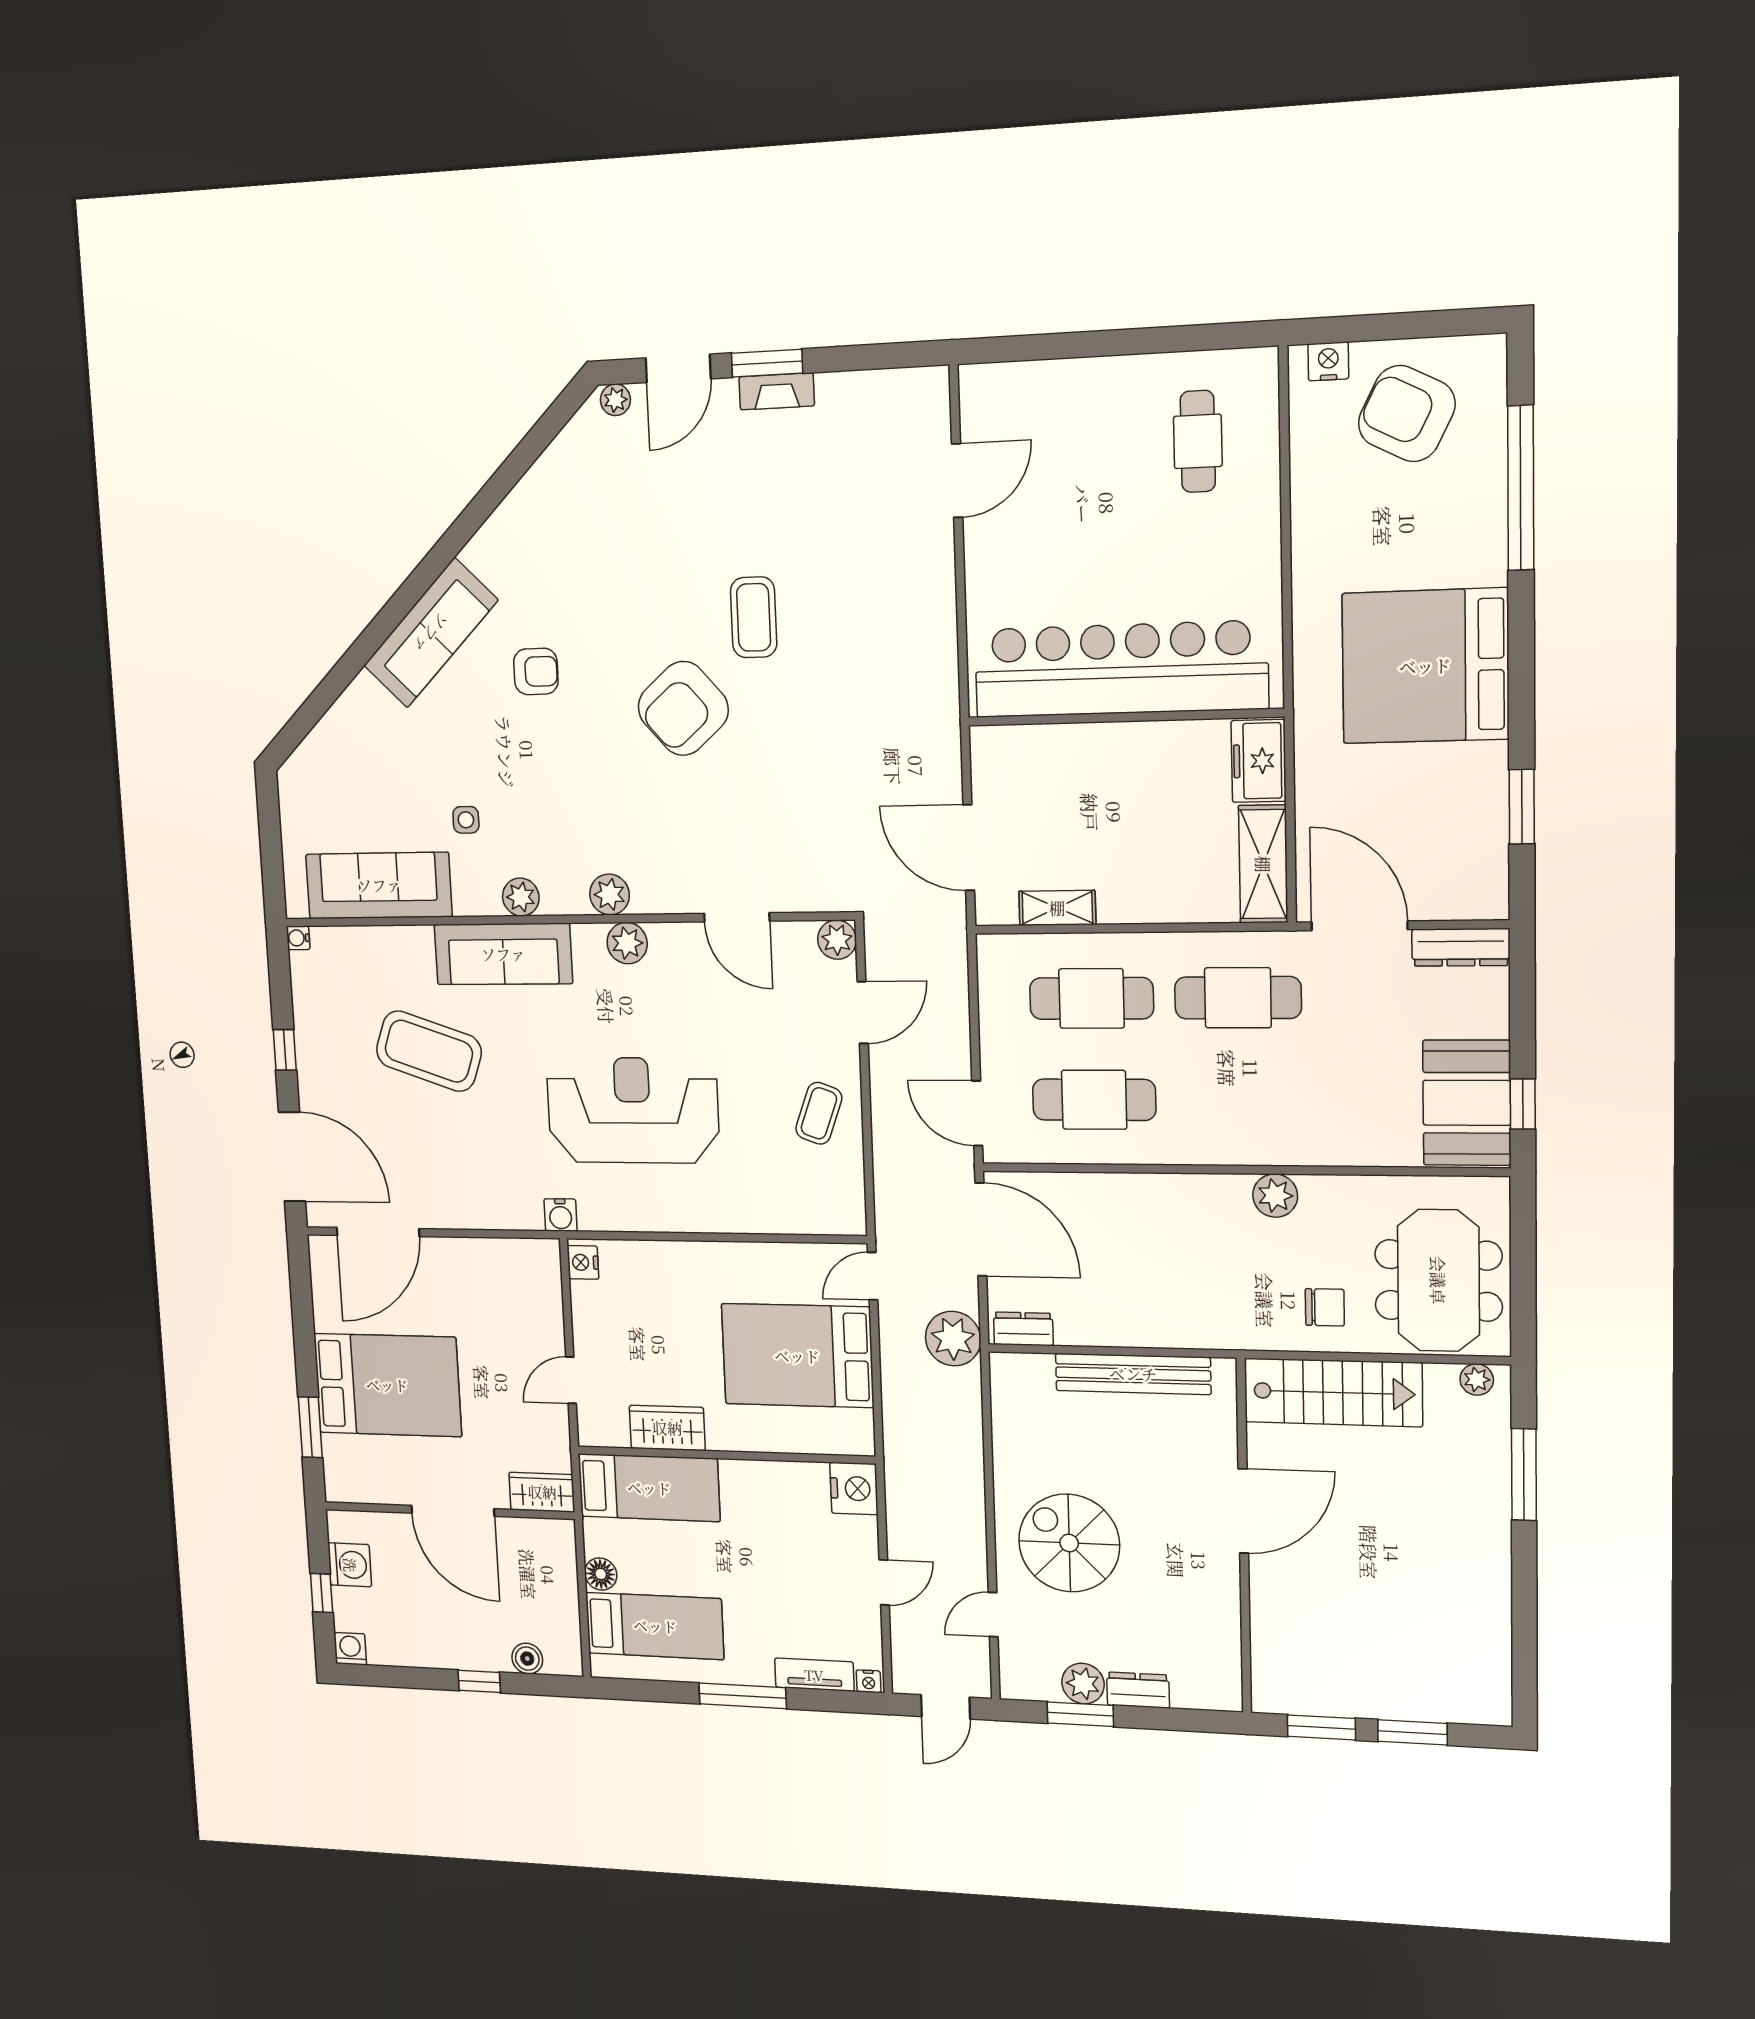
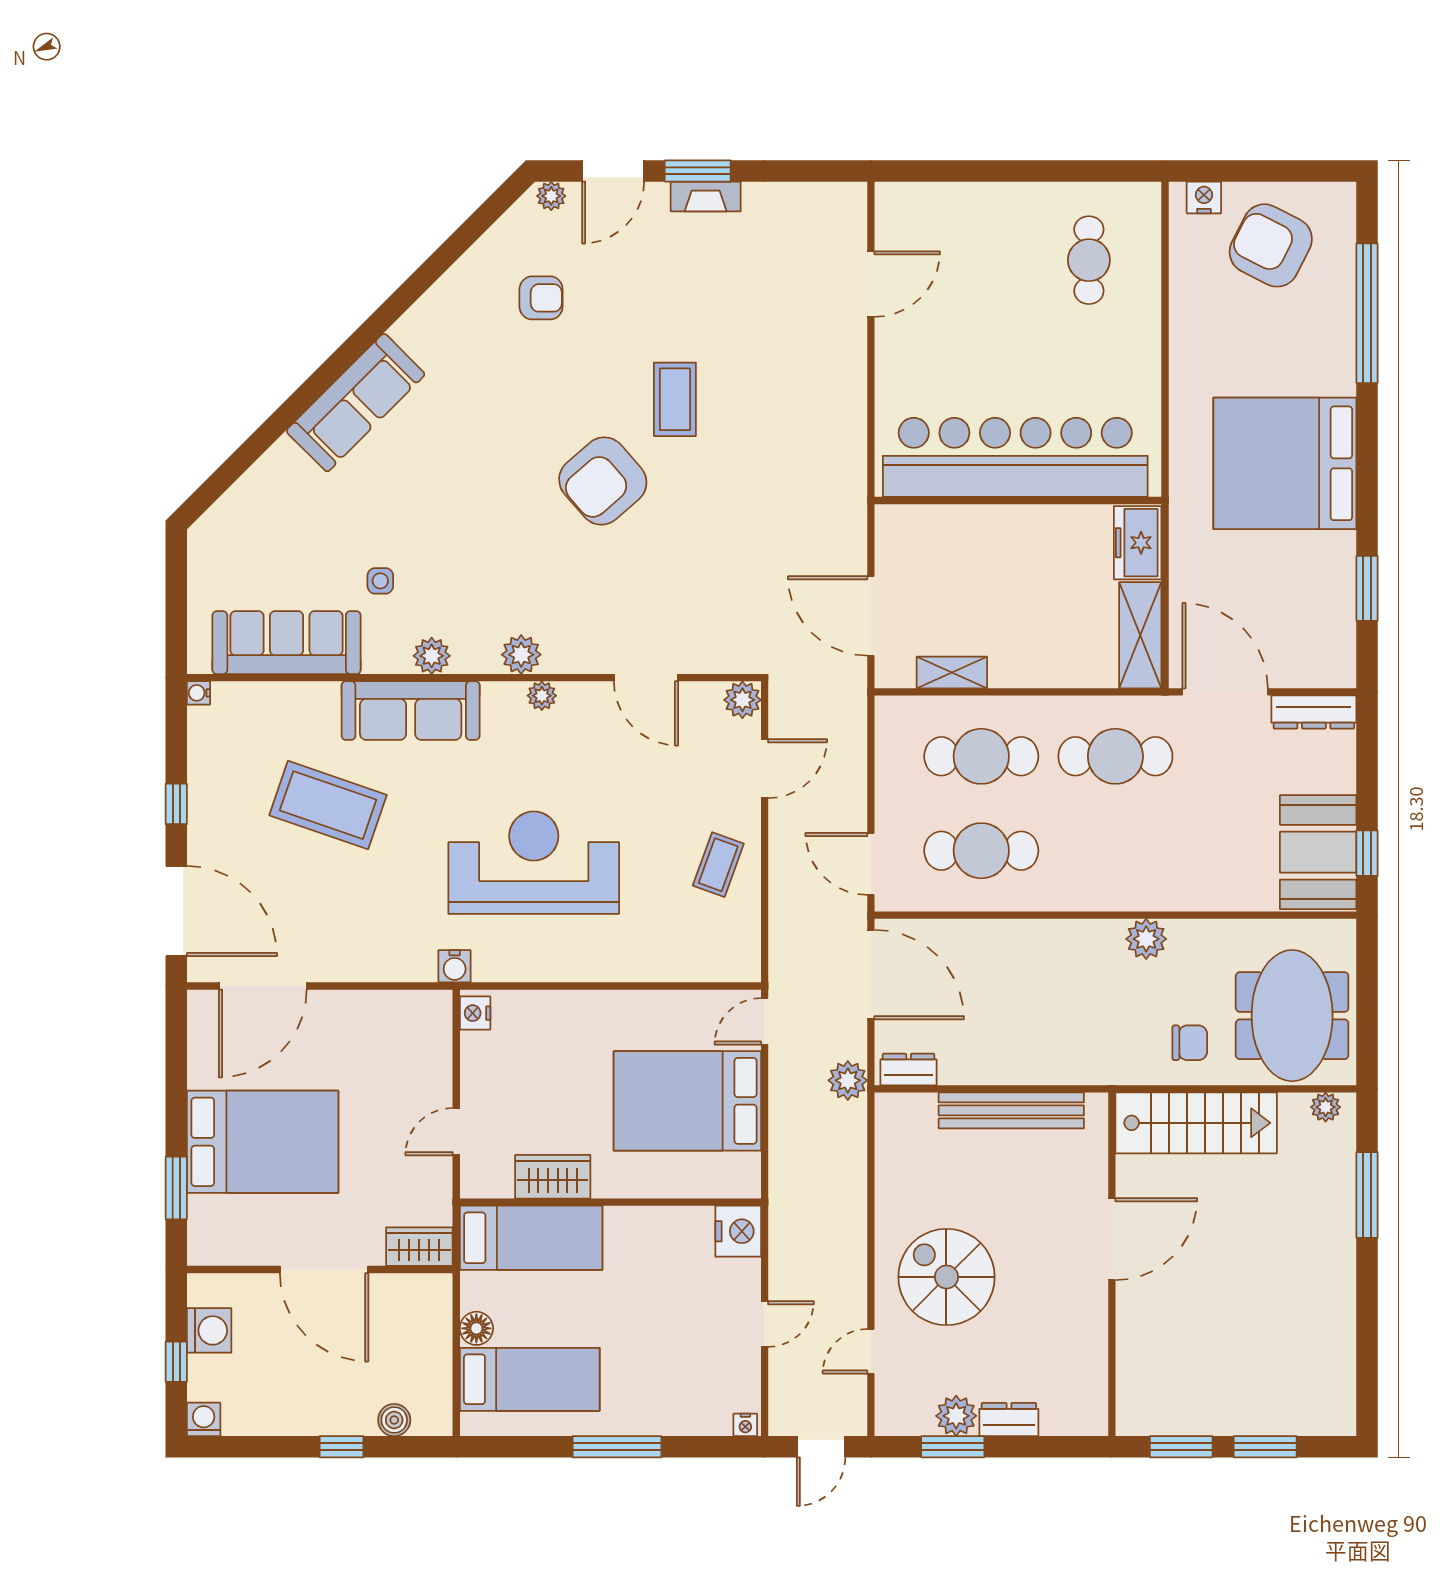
armchair: (536, 671) -> (541, 298), moved
plant: (627, 943) -> (542, 696), width x0.73, depth x0.73
plant: (953, 1339) -> (848, 1080), width x0.73, depth x0.73
tv unit: (814, 1675) -> (691, 1421), removed

